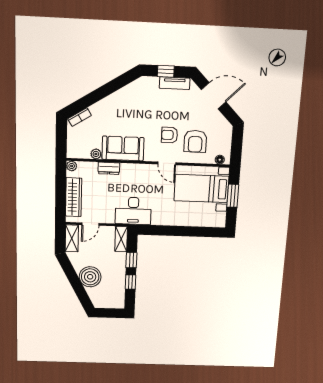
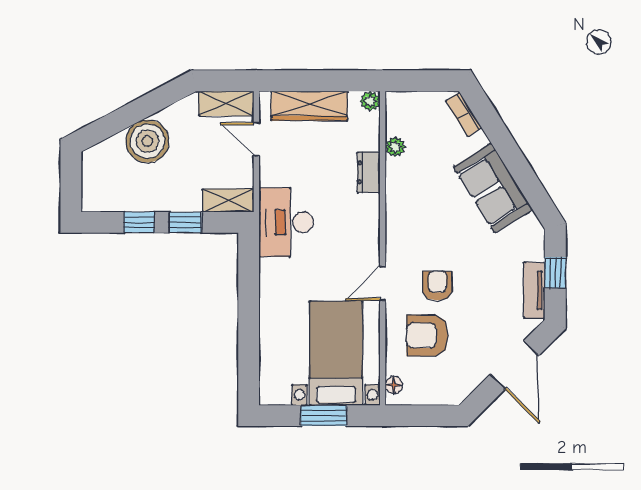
sofa: (123, 148) -> (493, 188), moved, turned 148

